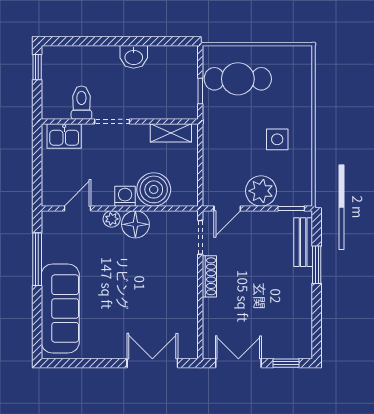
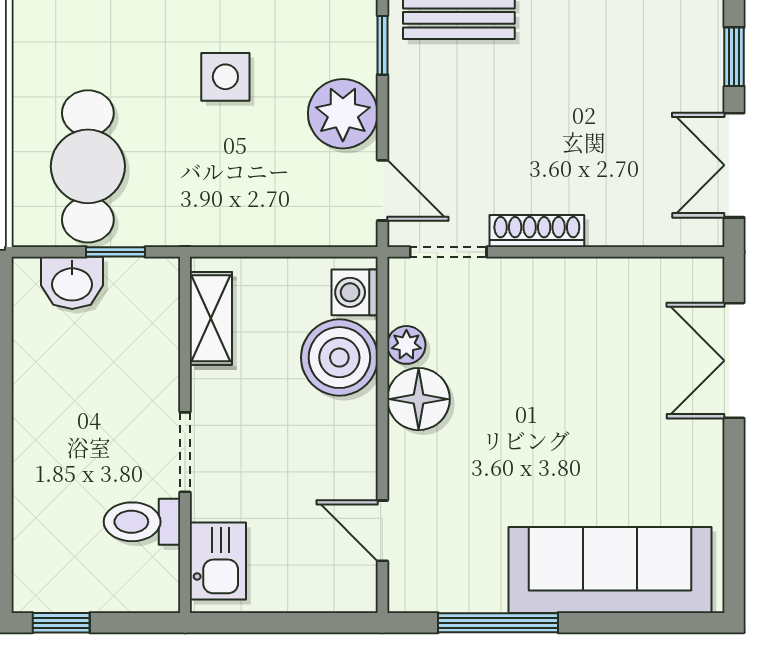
washbasin: (134, 57) -> (72, 283), moved, turned 90
washing machine: (125, 196) -> (355, 292), moved
plant: (112, 219) -> (406, 345), moved

